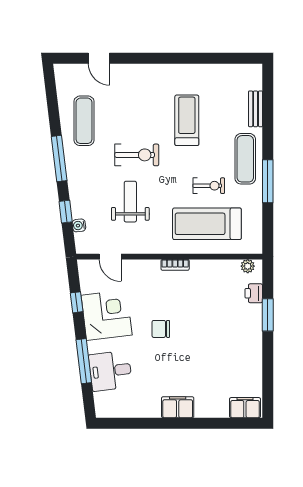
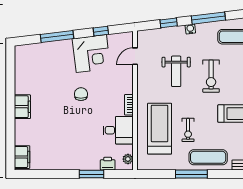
weight bench: (130, 202) -> (176, 71), turned 90
water cooler: (79, 225) -> (190, 29), moved
desk: (110, 371) -> (118, 130), moved, turned 97

